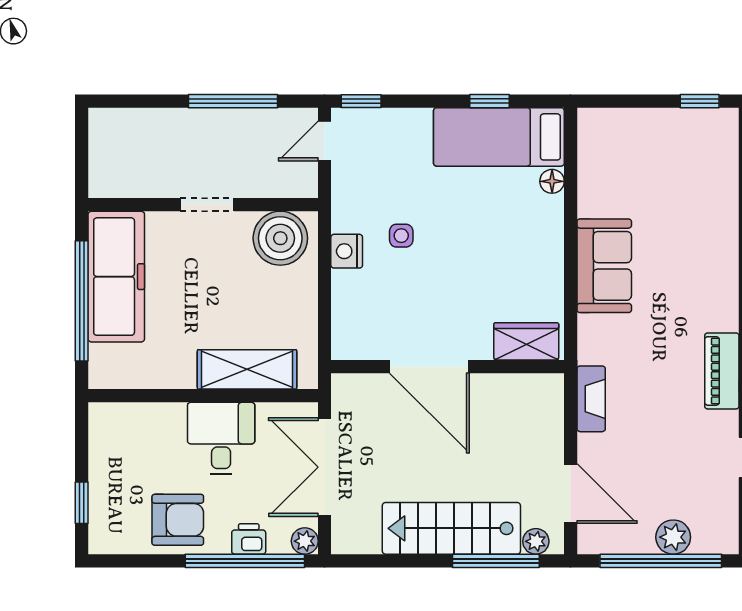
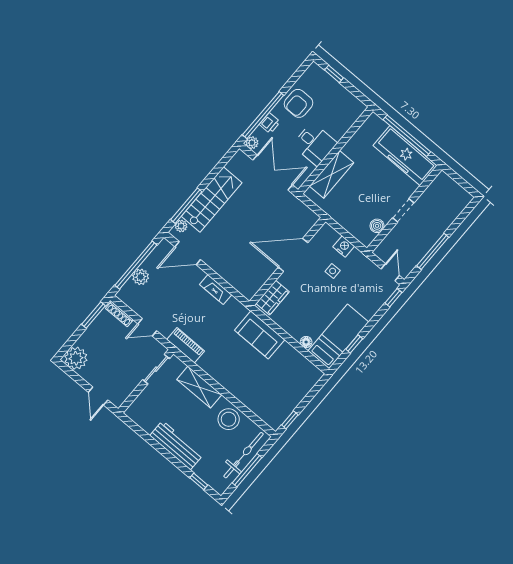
boiler: (280, 238) -> (377, 226), width x0.54, depth x0.54
wardrobe: (526, 341) -> (273, 298), moved
door: (429, 367) -> (293, 255), moved
wall: (448, 367) -> (288, 261), moved

